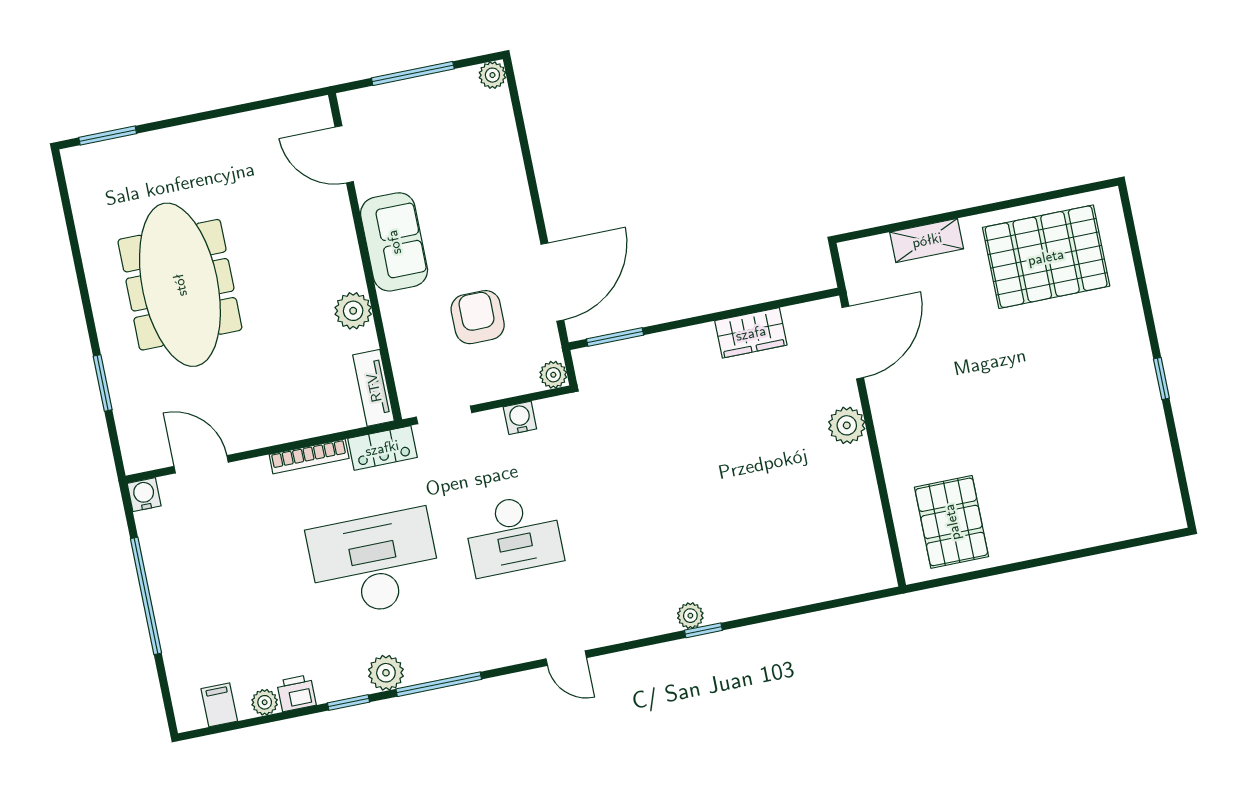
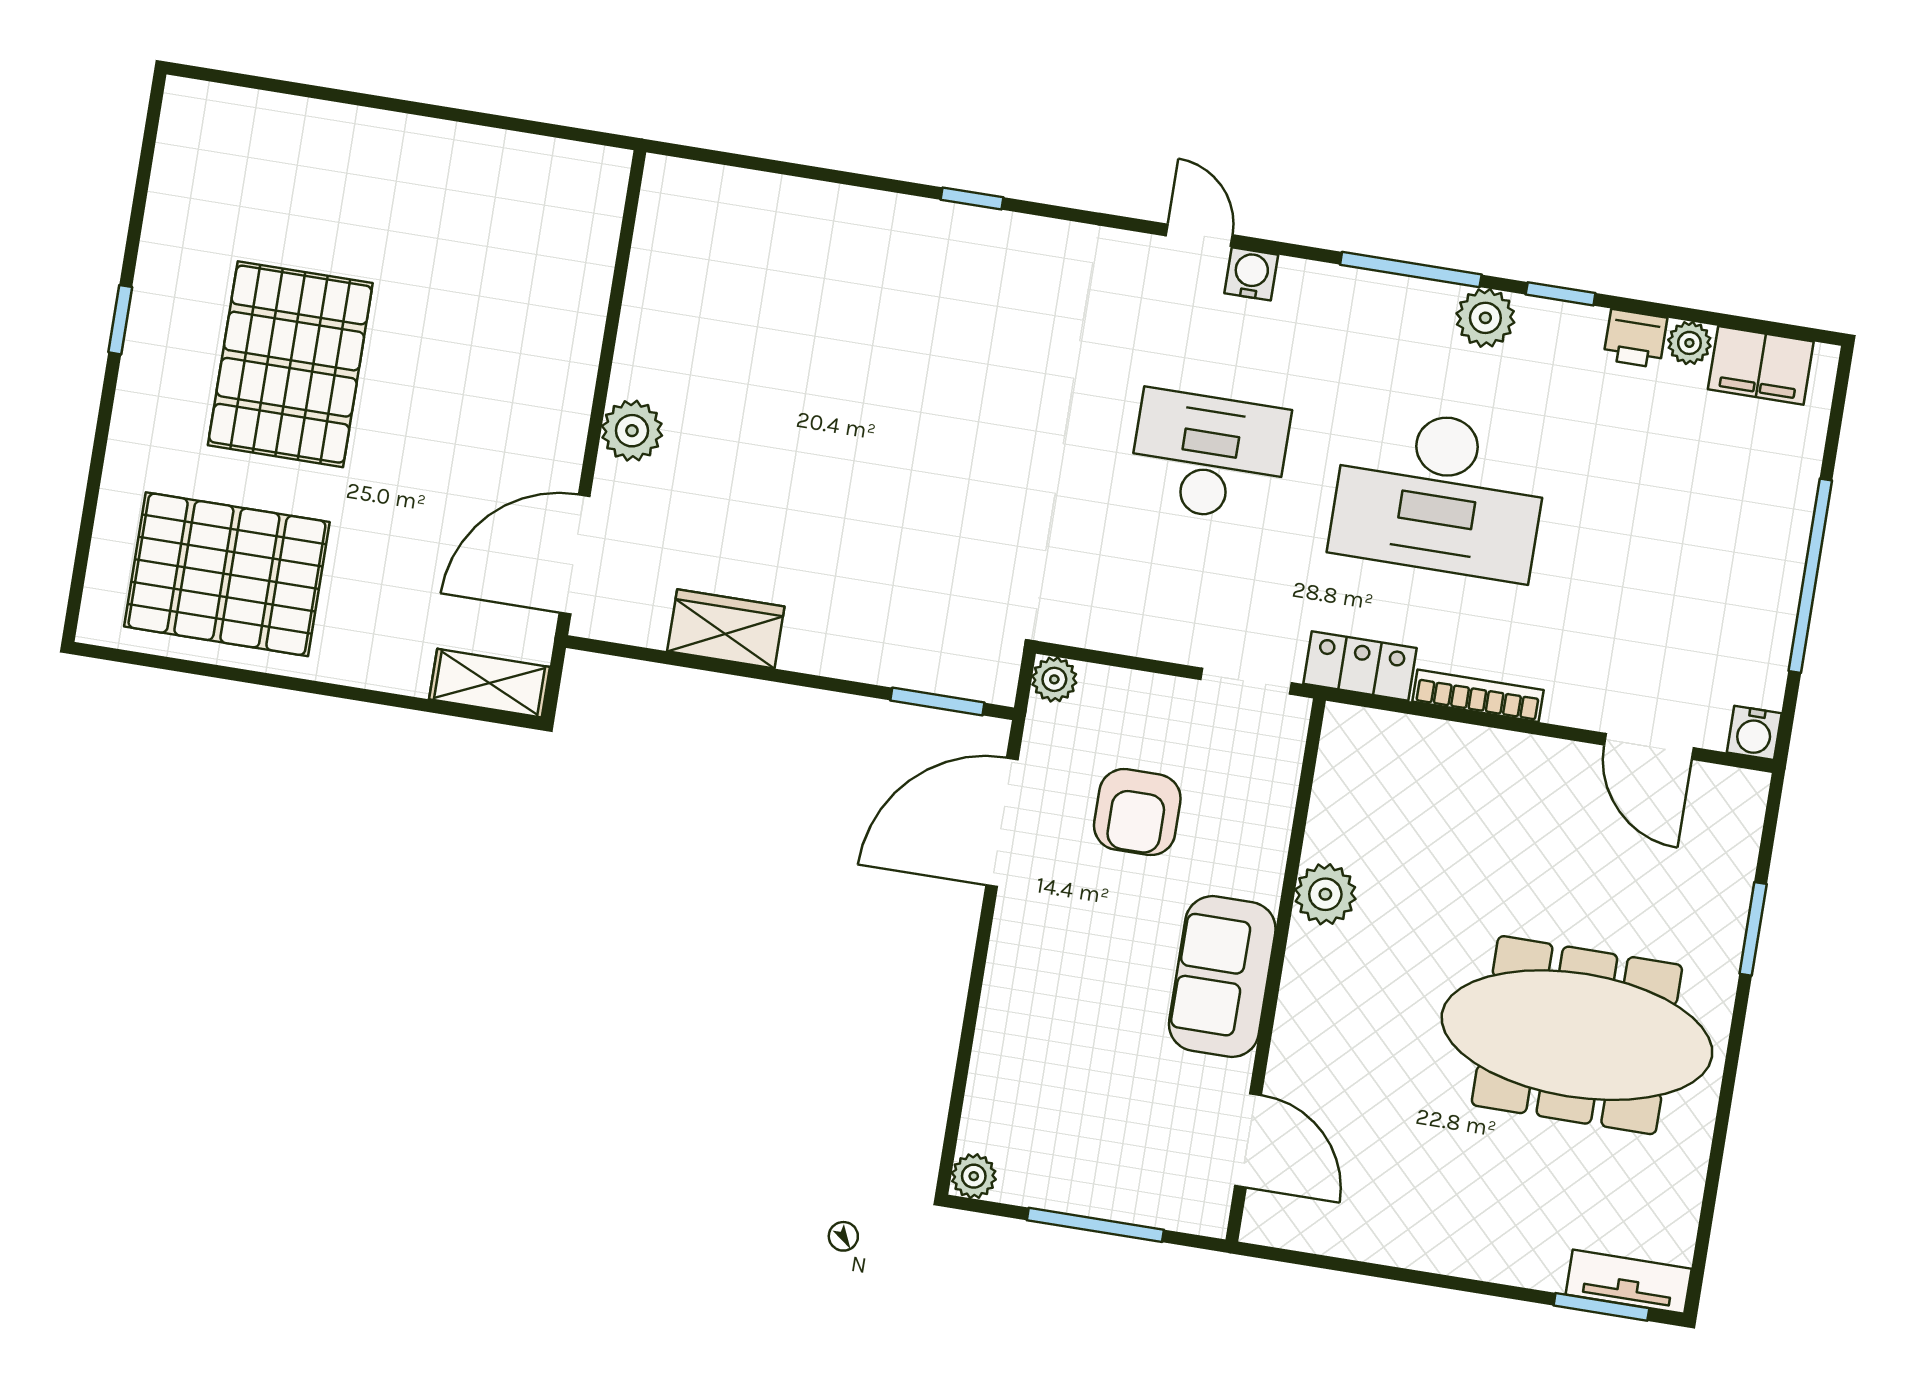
shelving: (927, 240) -> (490, 683), moved
meeting table: (180, 285) -> (1577, 1035), turned 90
tv unit: (374, 388) -> (1629, 1282), moved, turned -90
water cooler: (520, 418) -> (1251, 274), moved, turned 180
pallet: (952, 522) -> (290, 364), moved, width x1.37, depth x1.41
plant: (690, 616) -> (983, 229), removed
filing cabinet: (219, 705) -> (1761, 365), width x2.00

